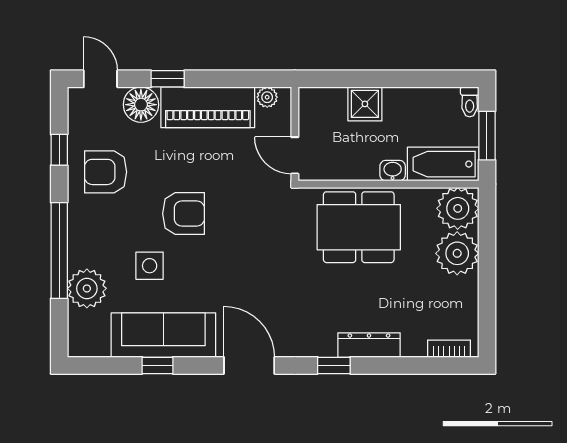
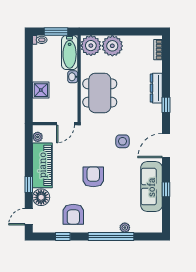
side table: (150, 266) -> (122, 141), moved
plant: (87, 288) -> (125, 228), width x0.53, depth x0.53

